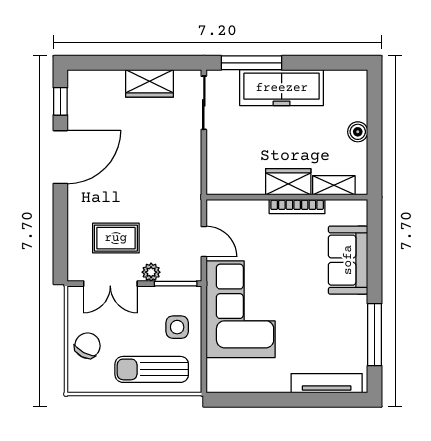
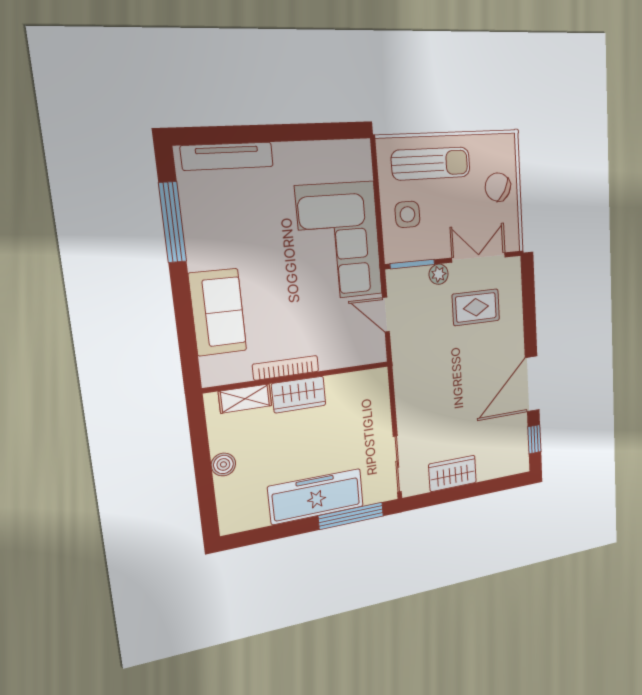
chair: (87, 346) -> (498, 187), turned 93

